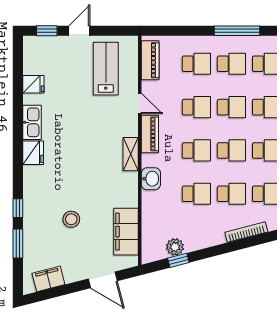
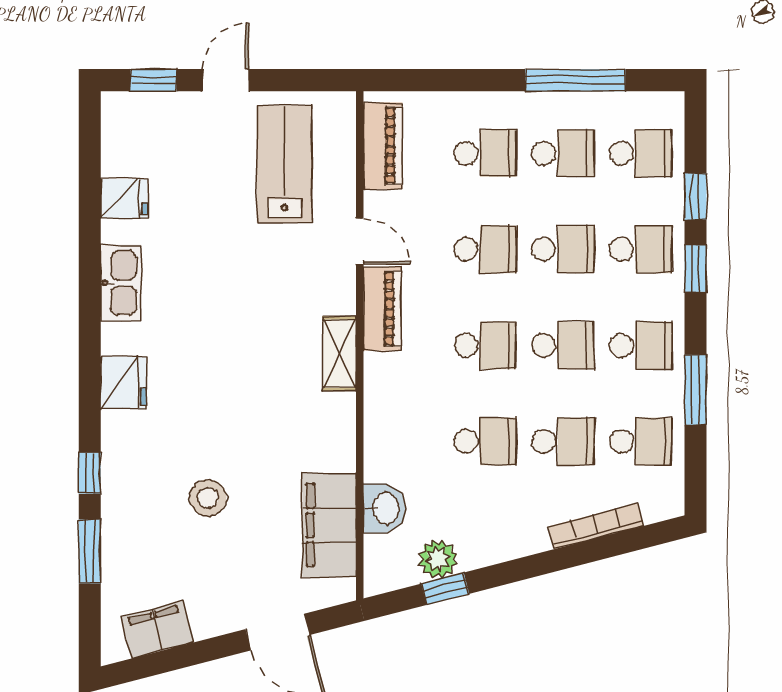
fridge: (33, 153) -> (123, 383), moved
washbasin: (151, 179) -> (384, 508), moved

